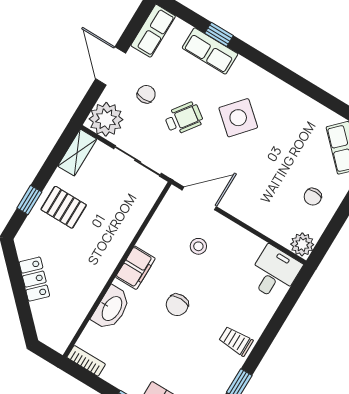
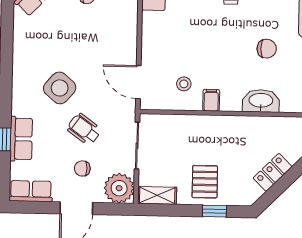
stool: (198, 246) -> (184, 84), moved
filing cabinet: (135, 268) -> (211, 100), width x0.50
chair: (177, 305) -> (267, 49), moved

